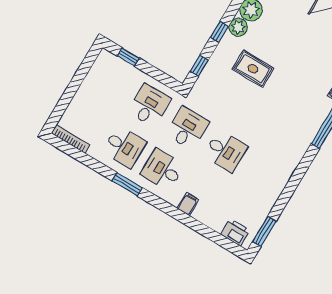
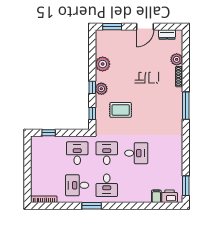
plant: (238, 27) -> (101, 89), moved
rug: (253, 69) -> (121, 110), moved
desk: (124, 147) -> (77, 185), turned 180
desk: (163, 170) -> (107, 185), turned -90
filing cabinet: (188, 204) -> (156, 196), moved

